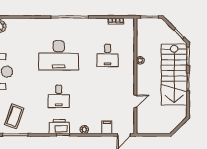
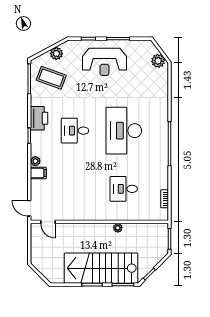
door: (135, 101) -> (48, 222), moved
printer: (59, 127) -> (39, 118), moved
filing cabinet: (107, 127) -> (38, 173), moved

